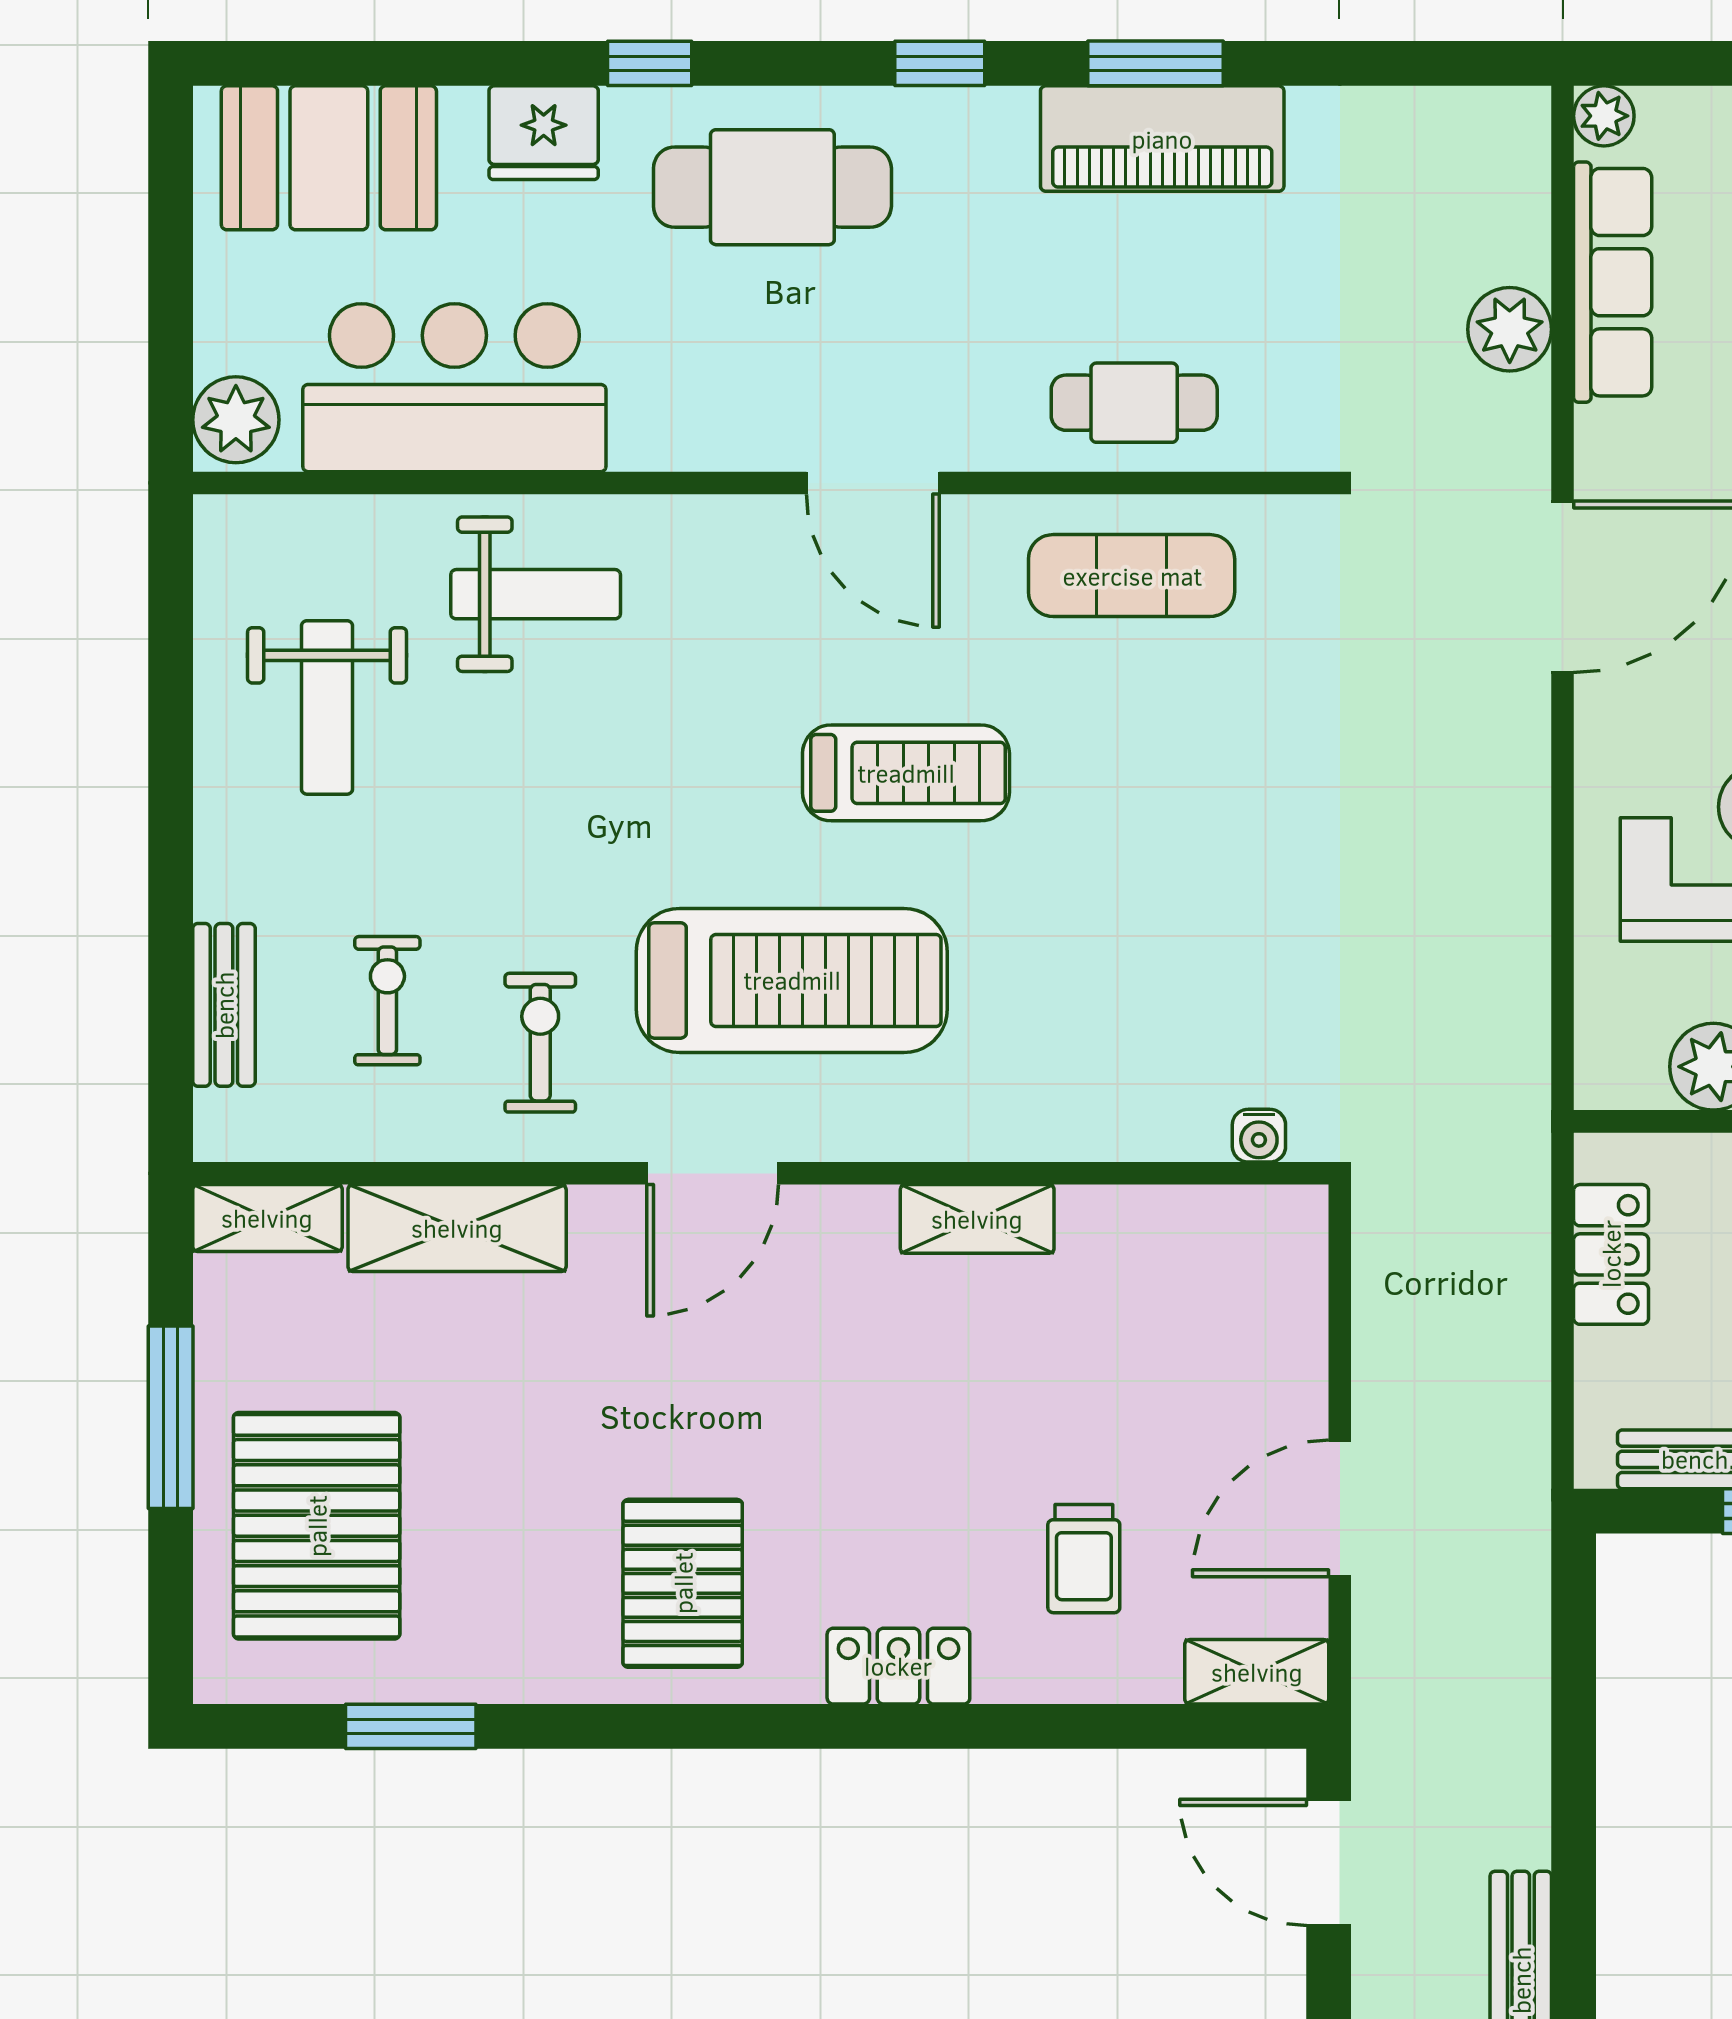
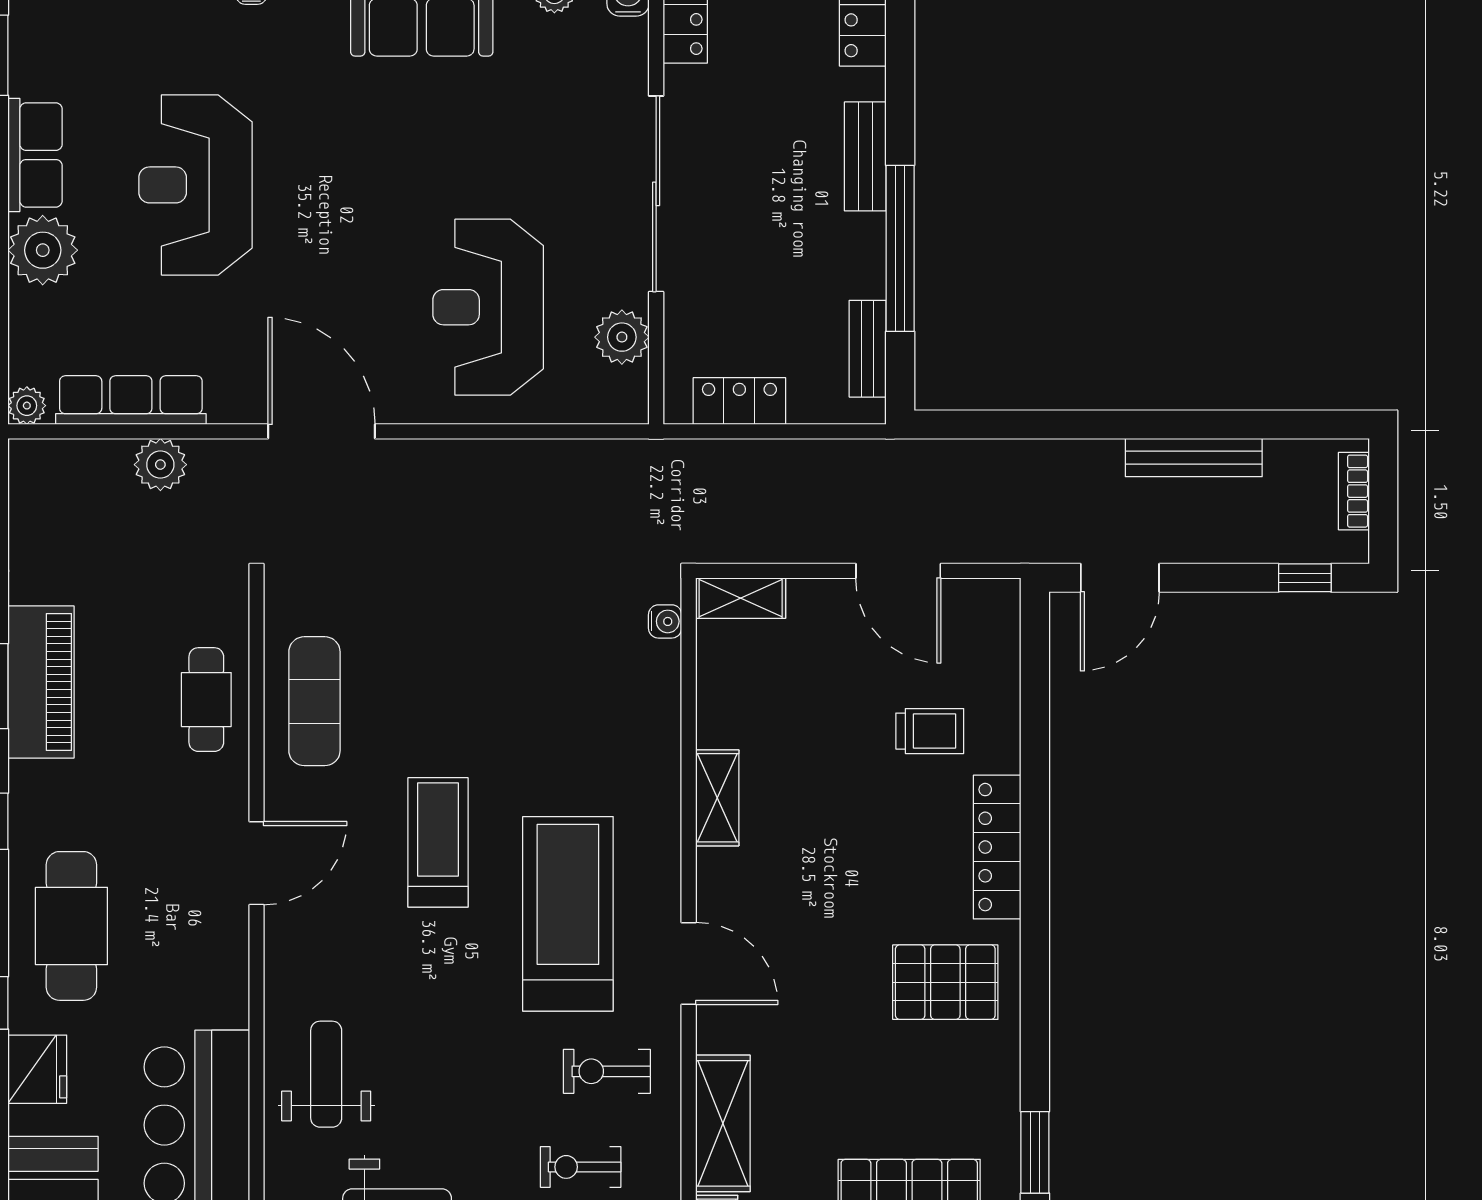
locker: (898, 1666) -> (997, 847), width x1.53
shelving: (1257, 1672) -> (741, 598), moved, turned 90

